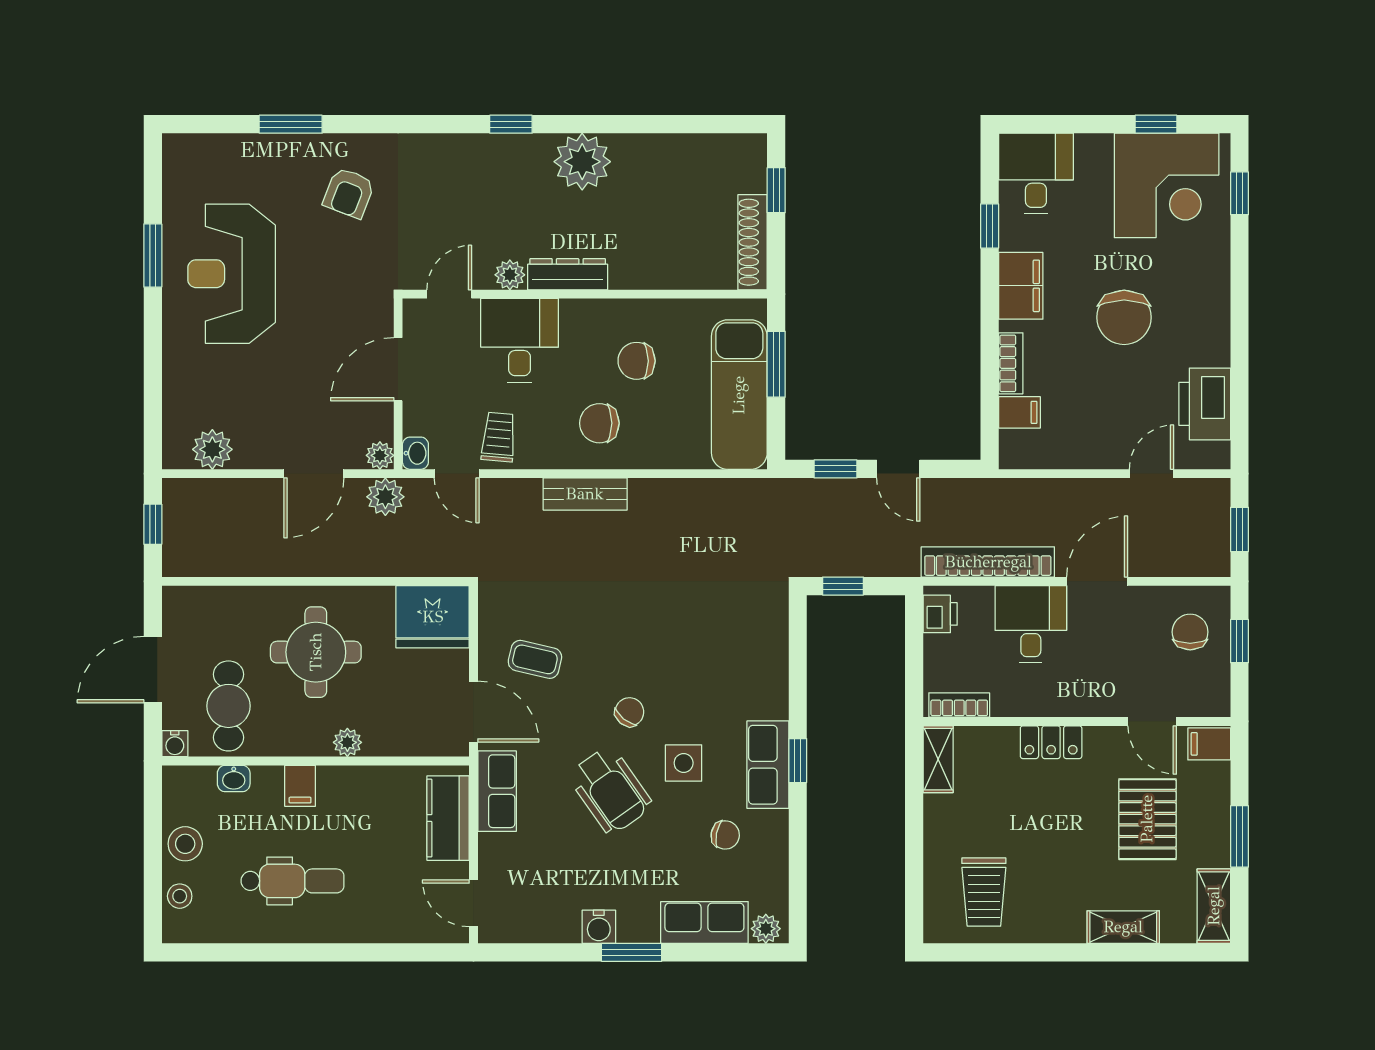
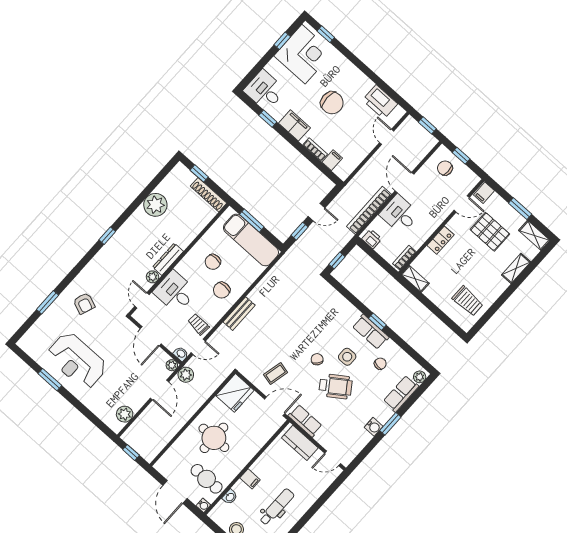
plant: (582, 162) -> (155, 205), moved
plant: (347, 742) -> (250, 453), removed

